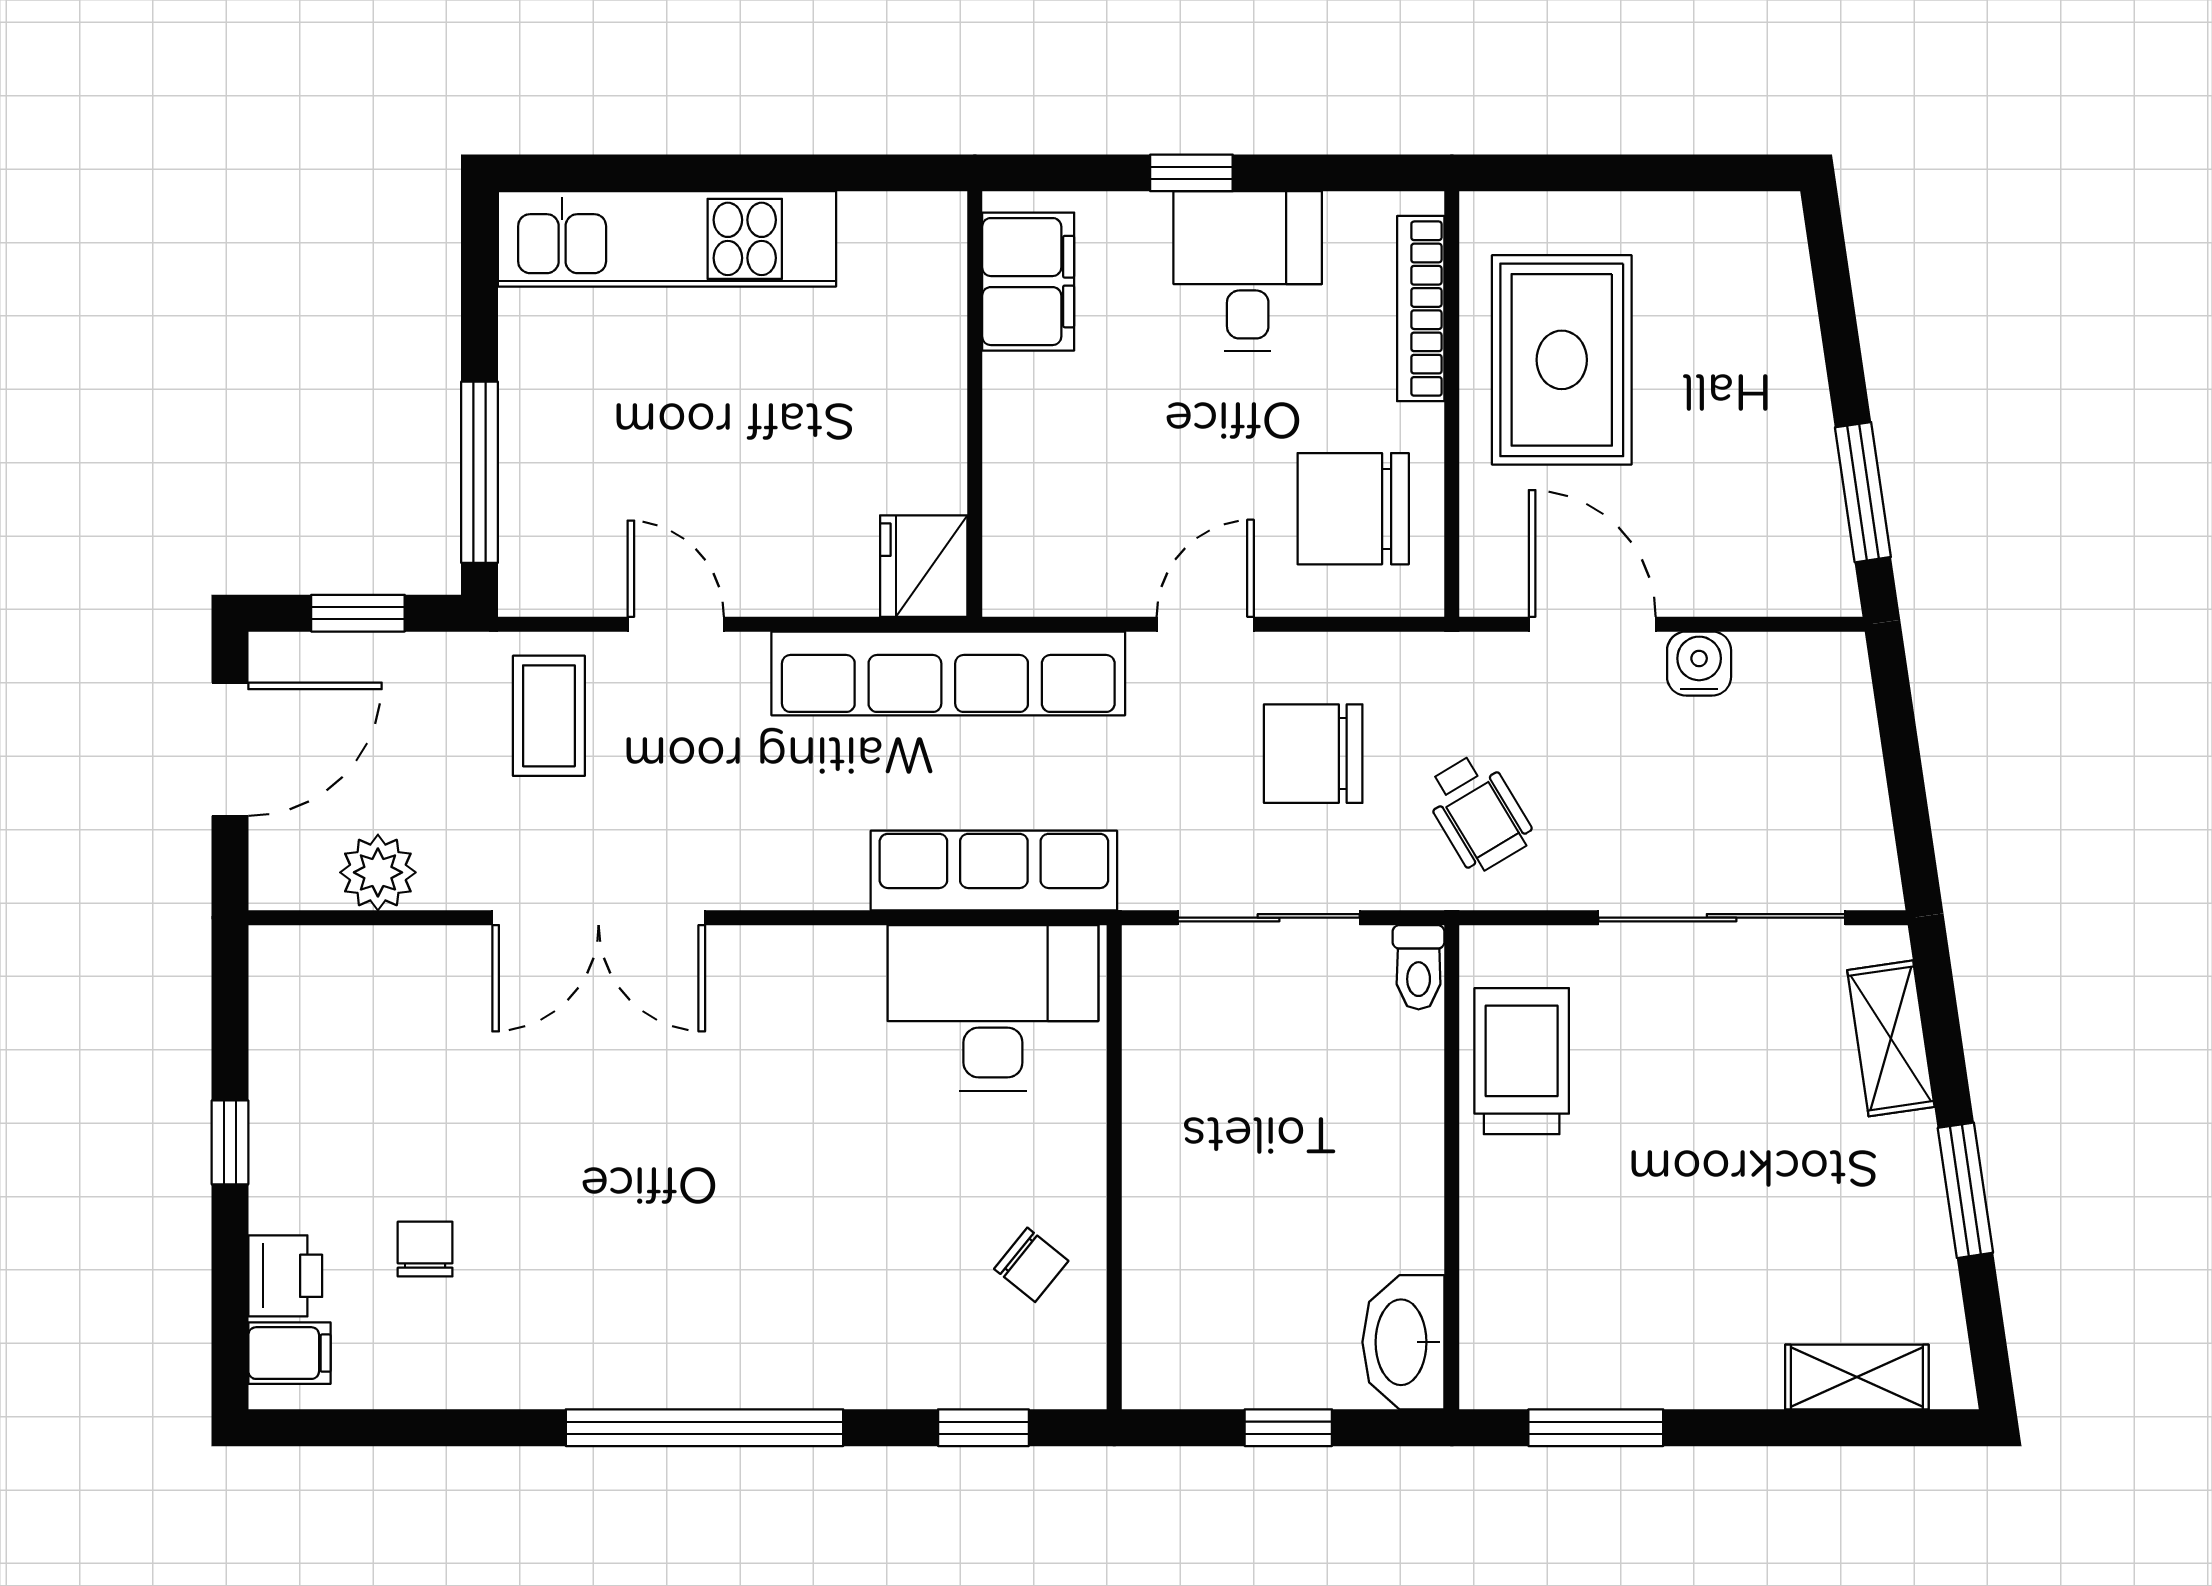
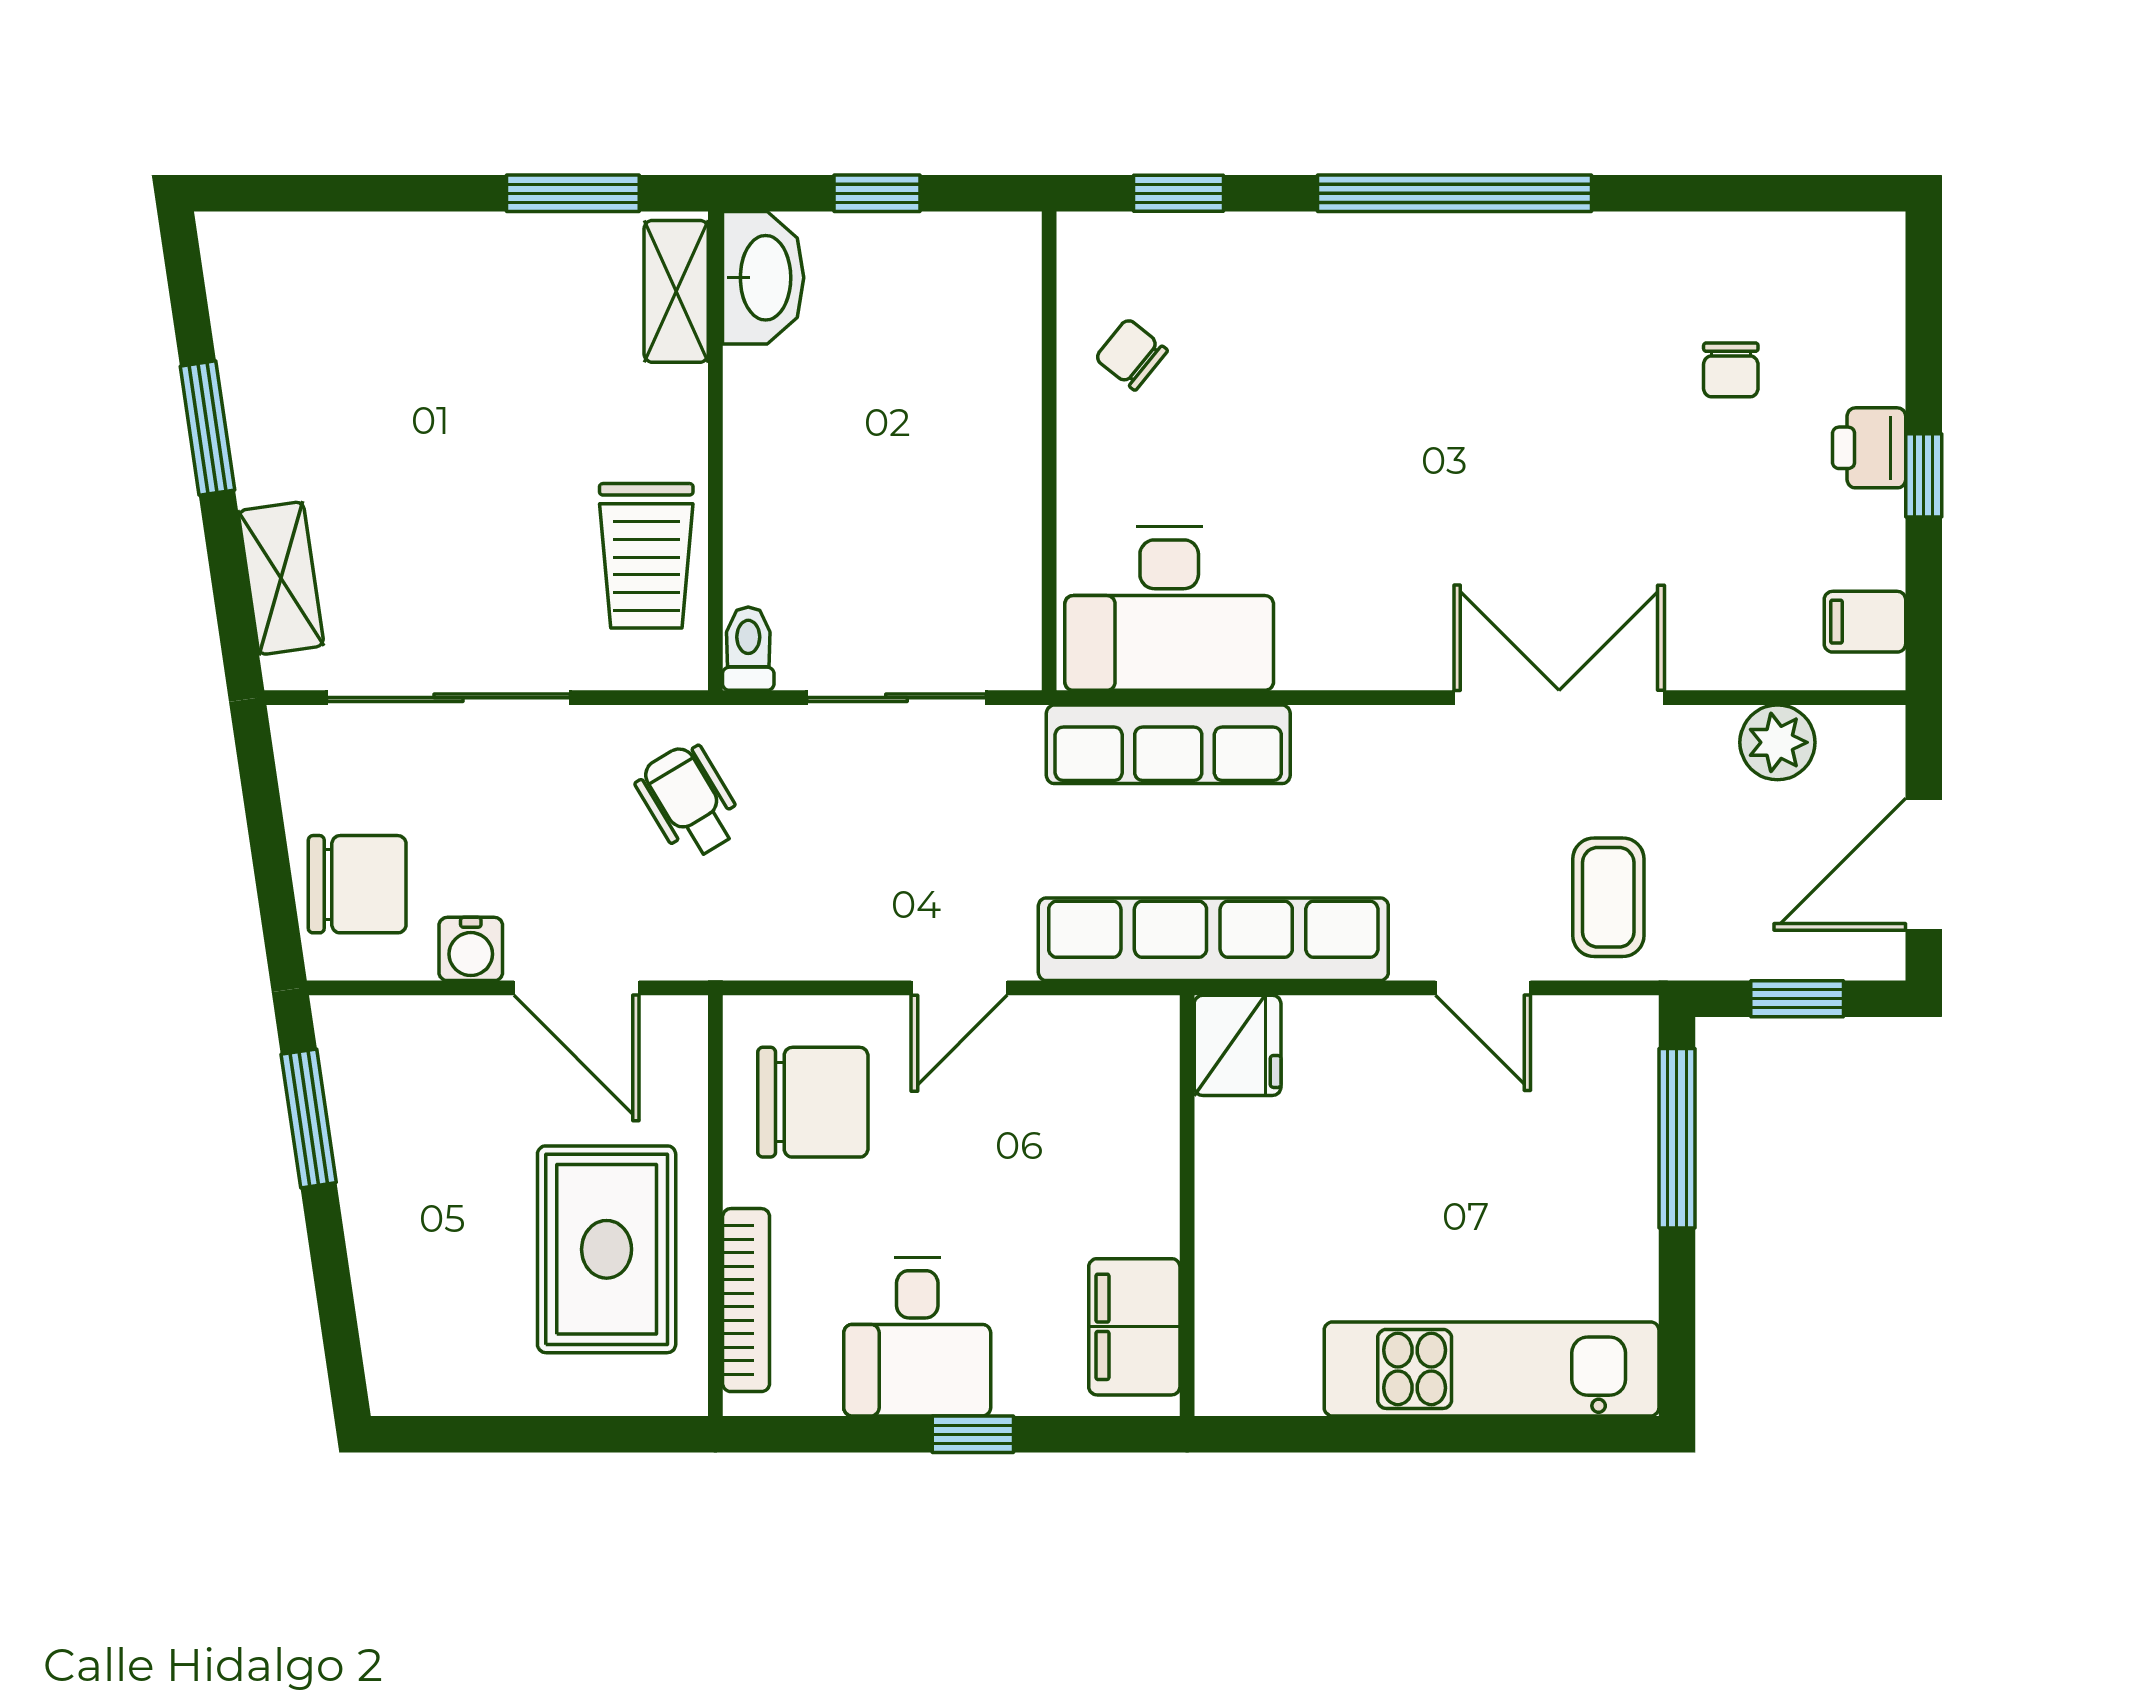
chair: (1313, 754) -> (357, 884), moved
printer: (285, 1276) -> (1869, 448), moved
filing cabinet: (289, 1353) -> (1865, 622), moved
shelving: (1857, 1377) -> (676, 291), moved, turned 90

